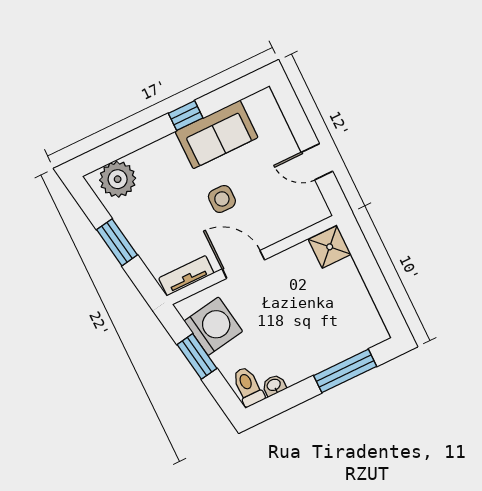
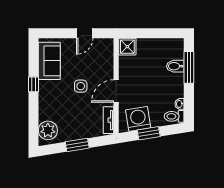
sofa: (217, 134) -> (49, 61), moved
bidet: (336, 346) -> (175, 66), added

